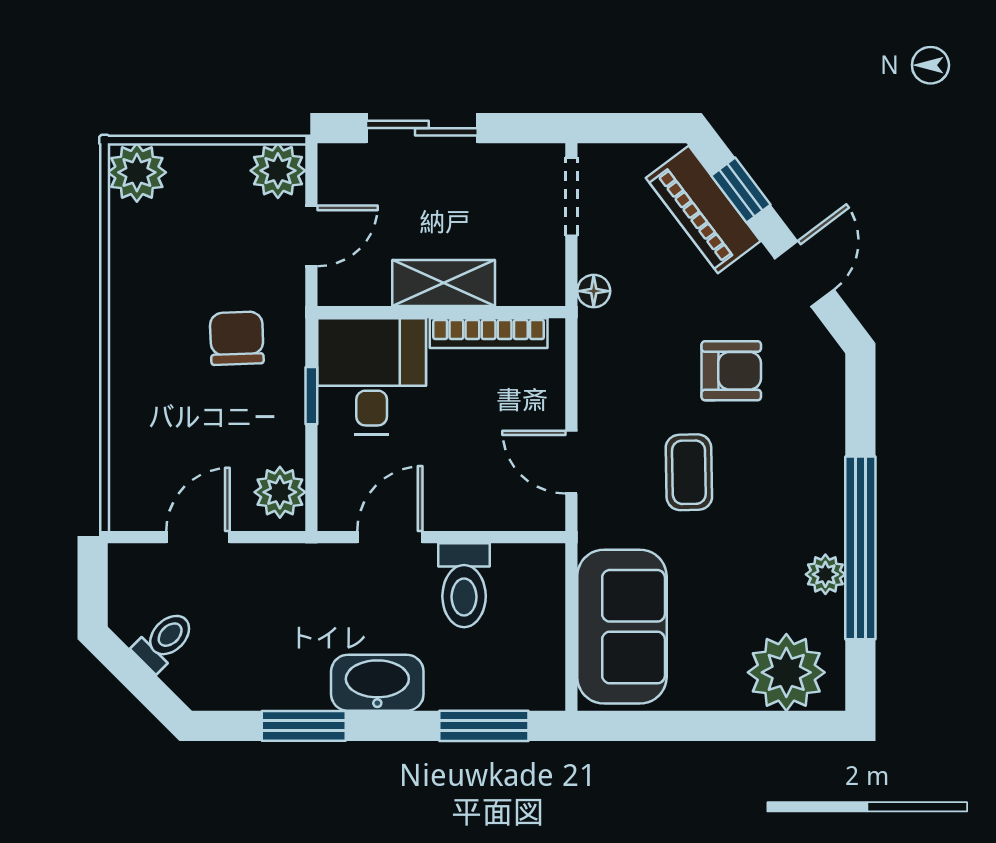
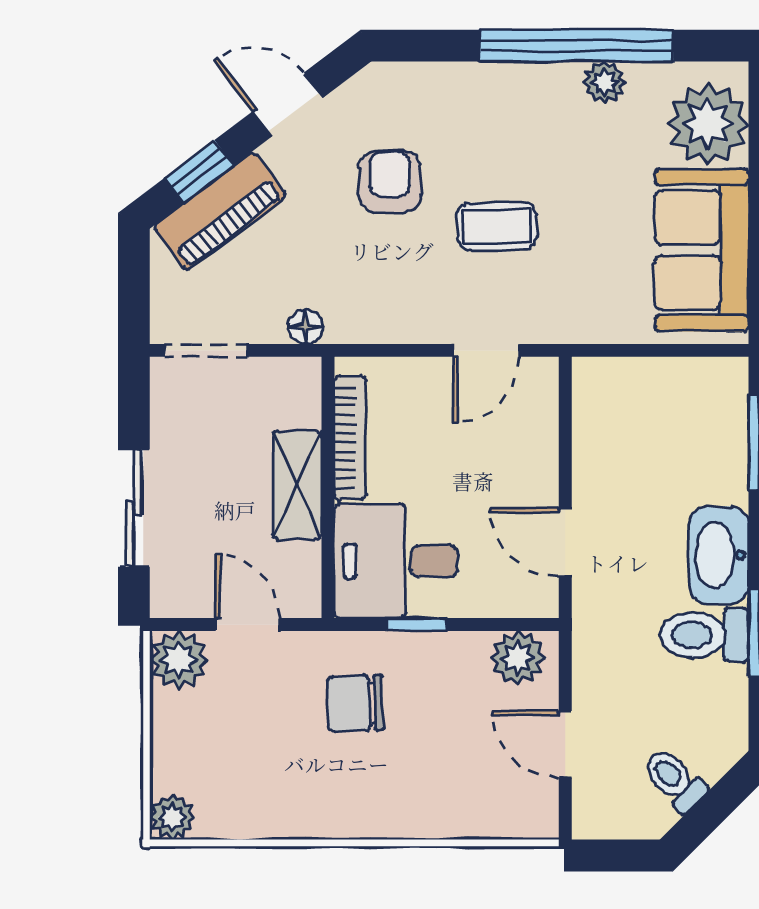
plant: (137, 172) -> (172, 817), width x0.73, depth x0.73
toilet: (464, 585) -> (704, 635), moved, turned 180
sofa: (622, 627) -> (702, 250), moved, turned -90

